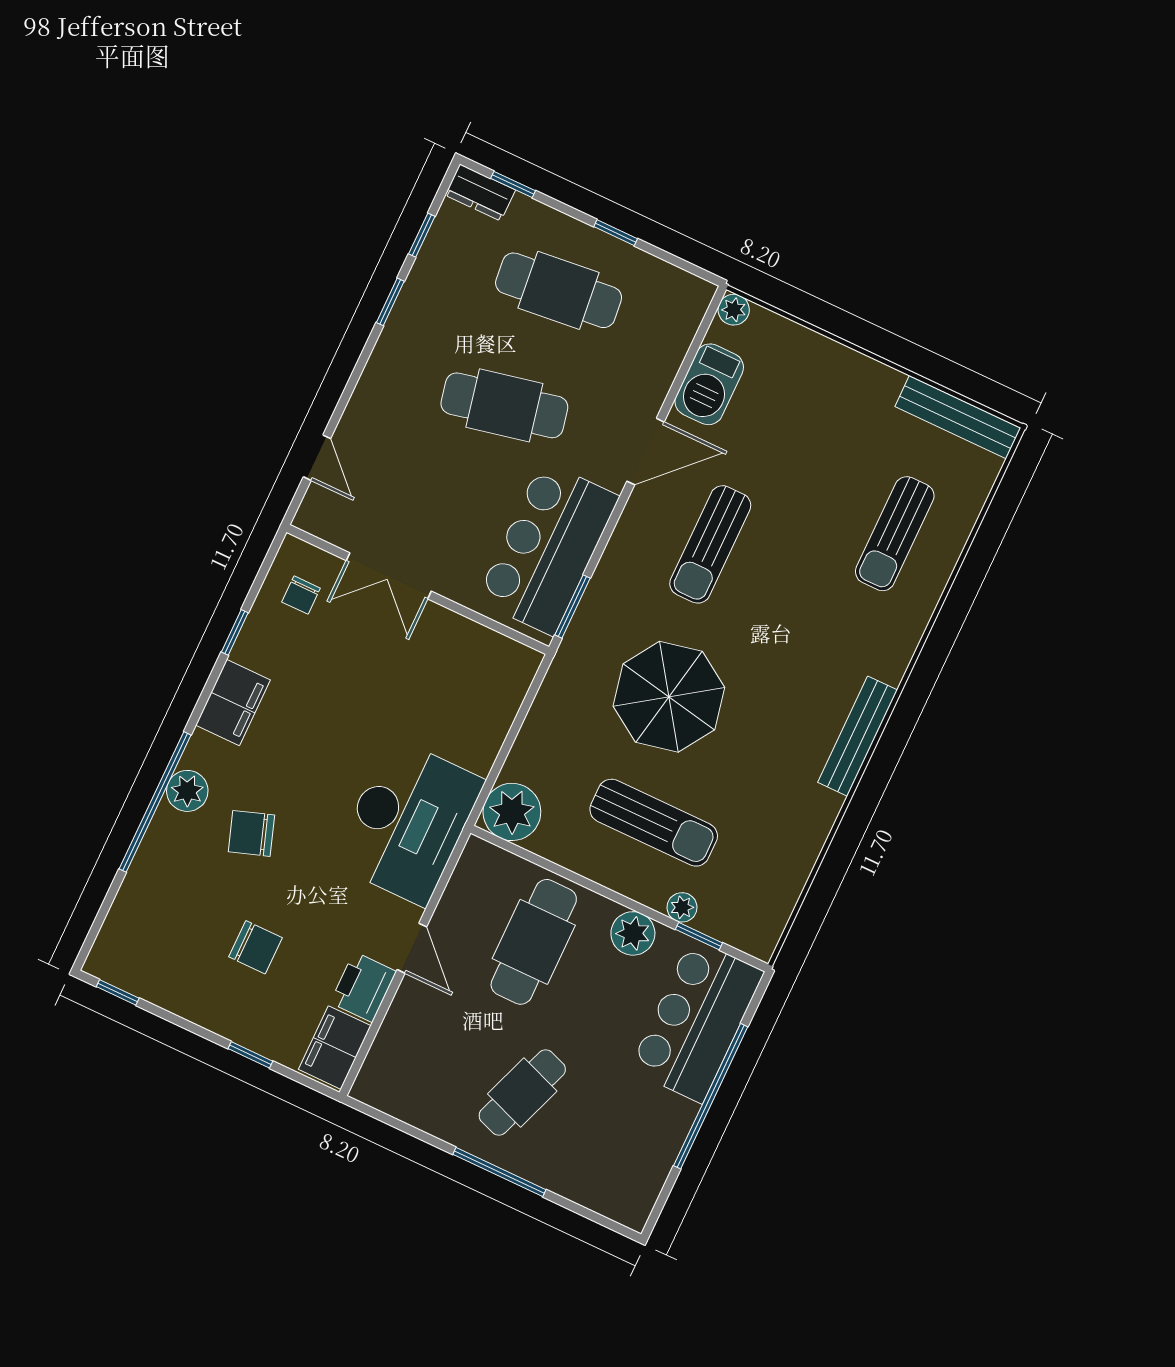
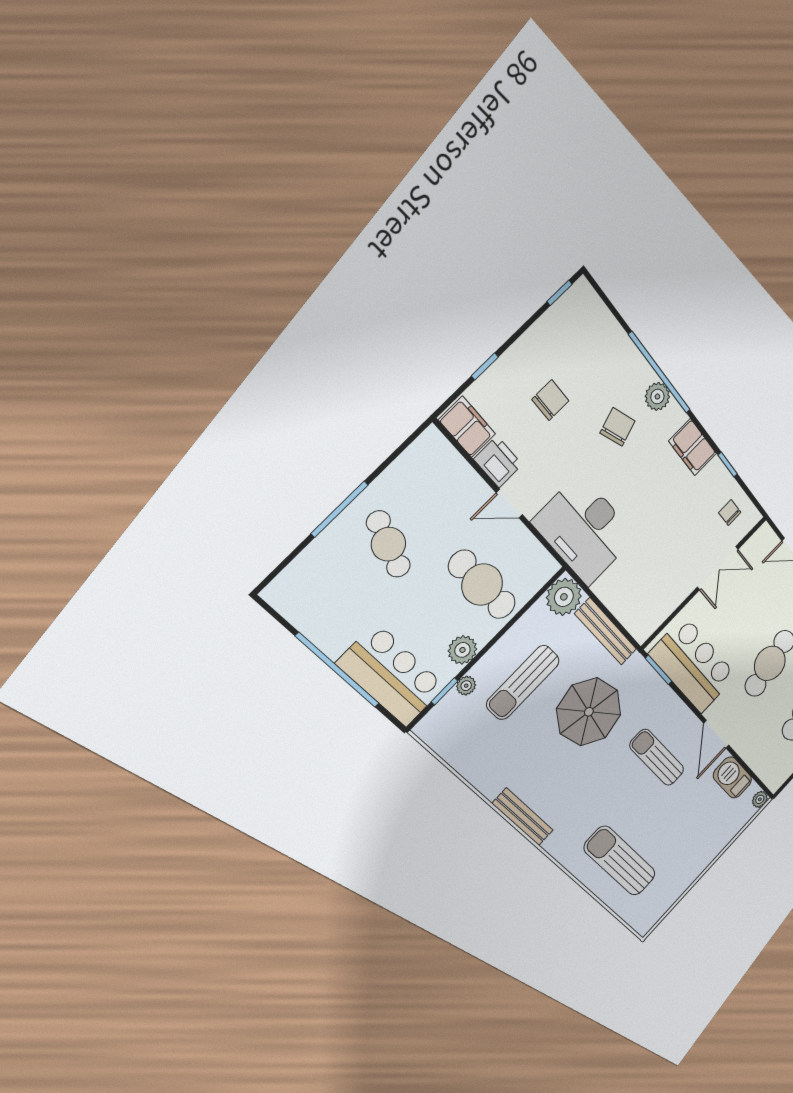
bench: (958, 417) -> (606, 632), moved, turned 90
sun lounger: (895, 534) -> (620, 861), width x1.36, depth x1.34
double door: (389, 576) -> (718, 568), swing flipped
chair: (256, 947) -> (550, 400), turned 180

